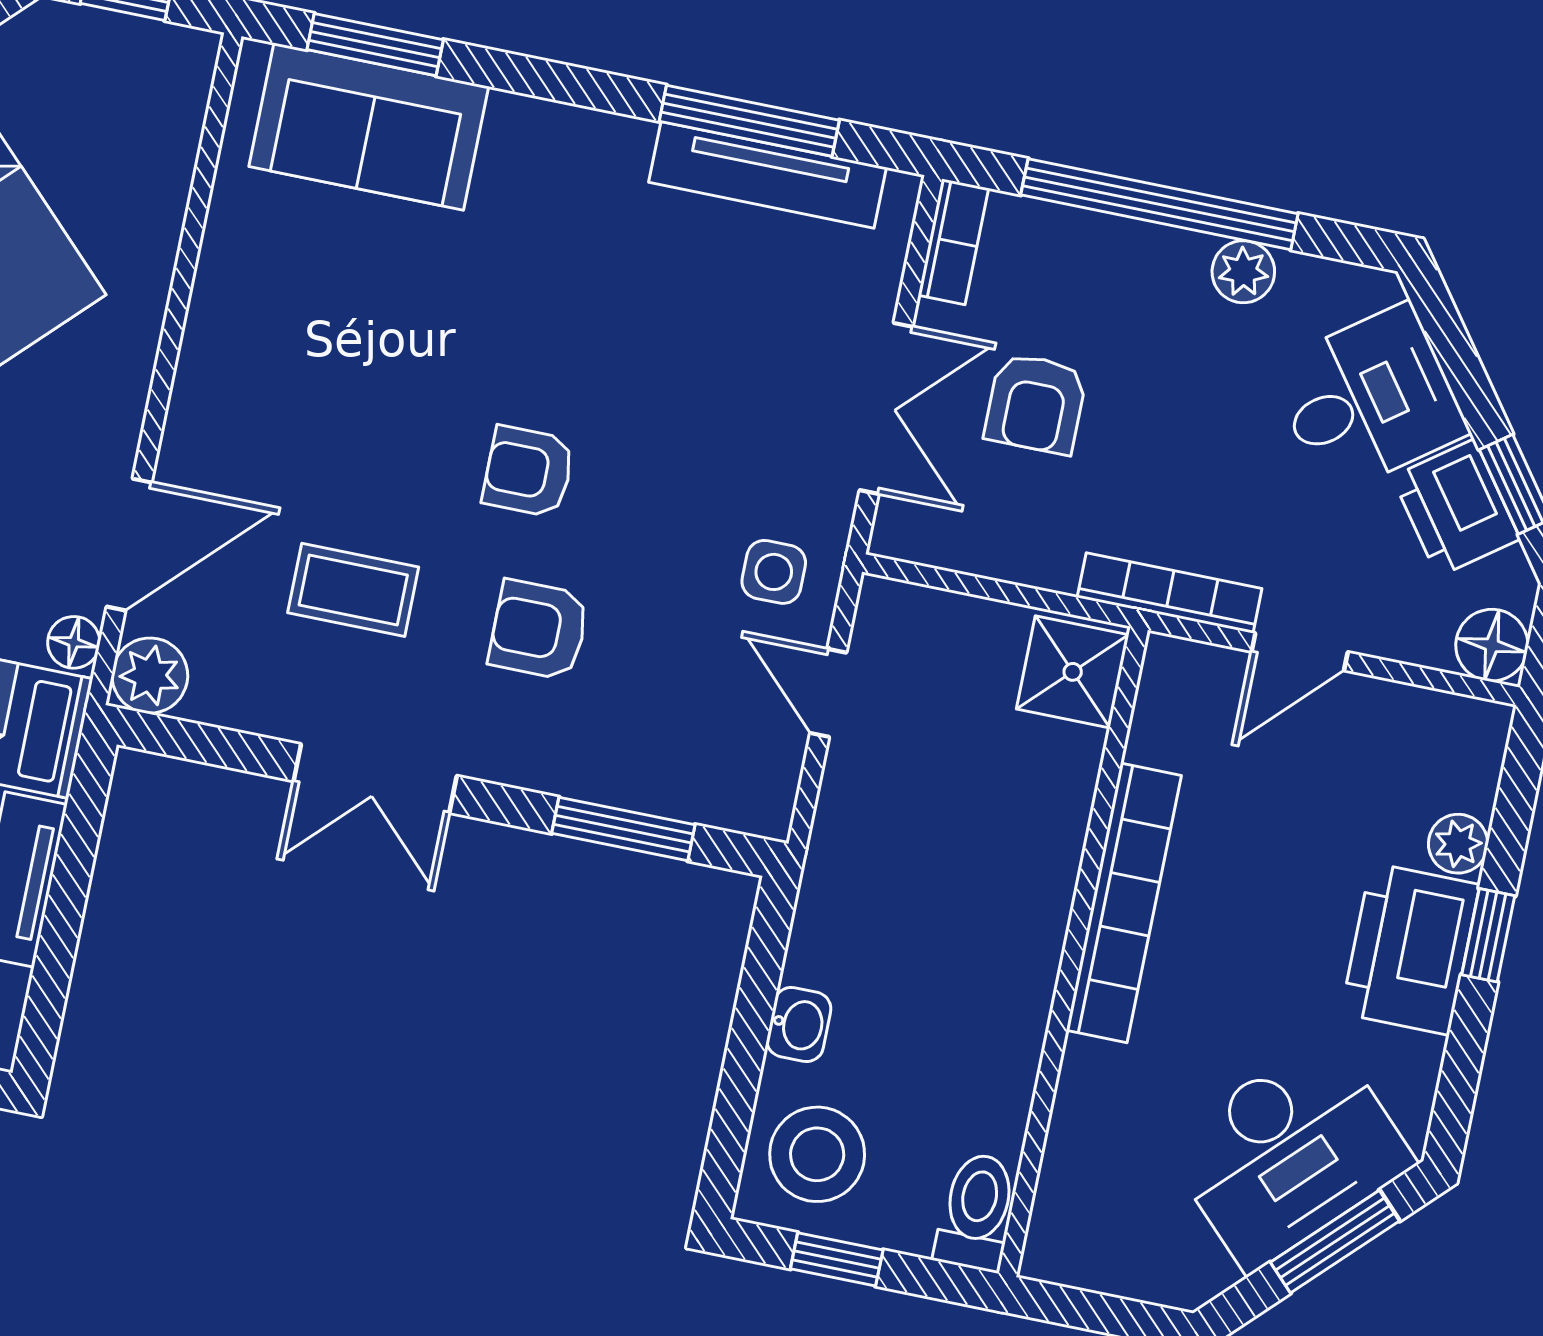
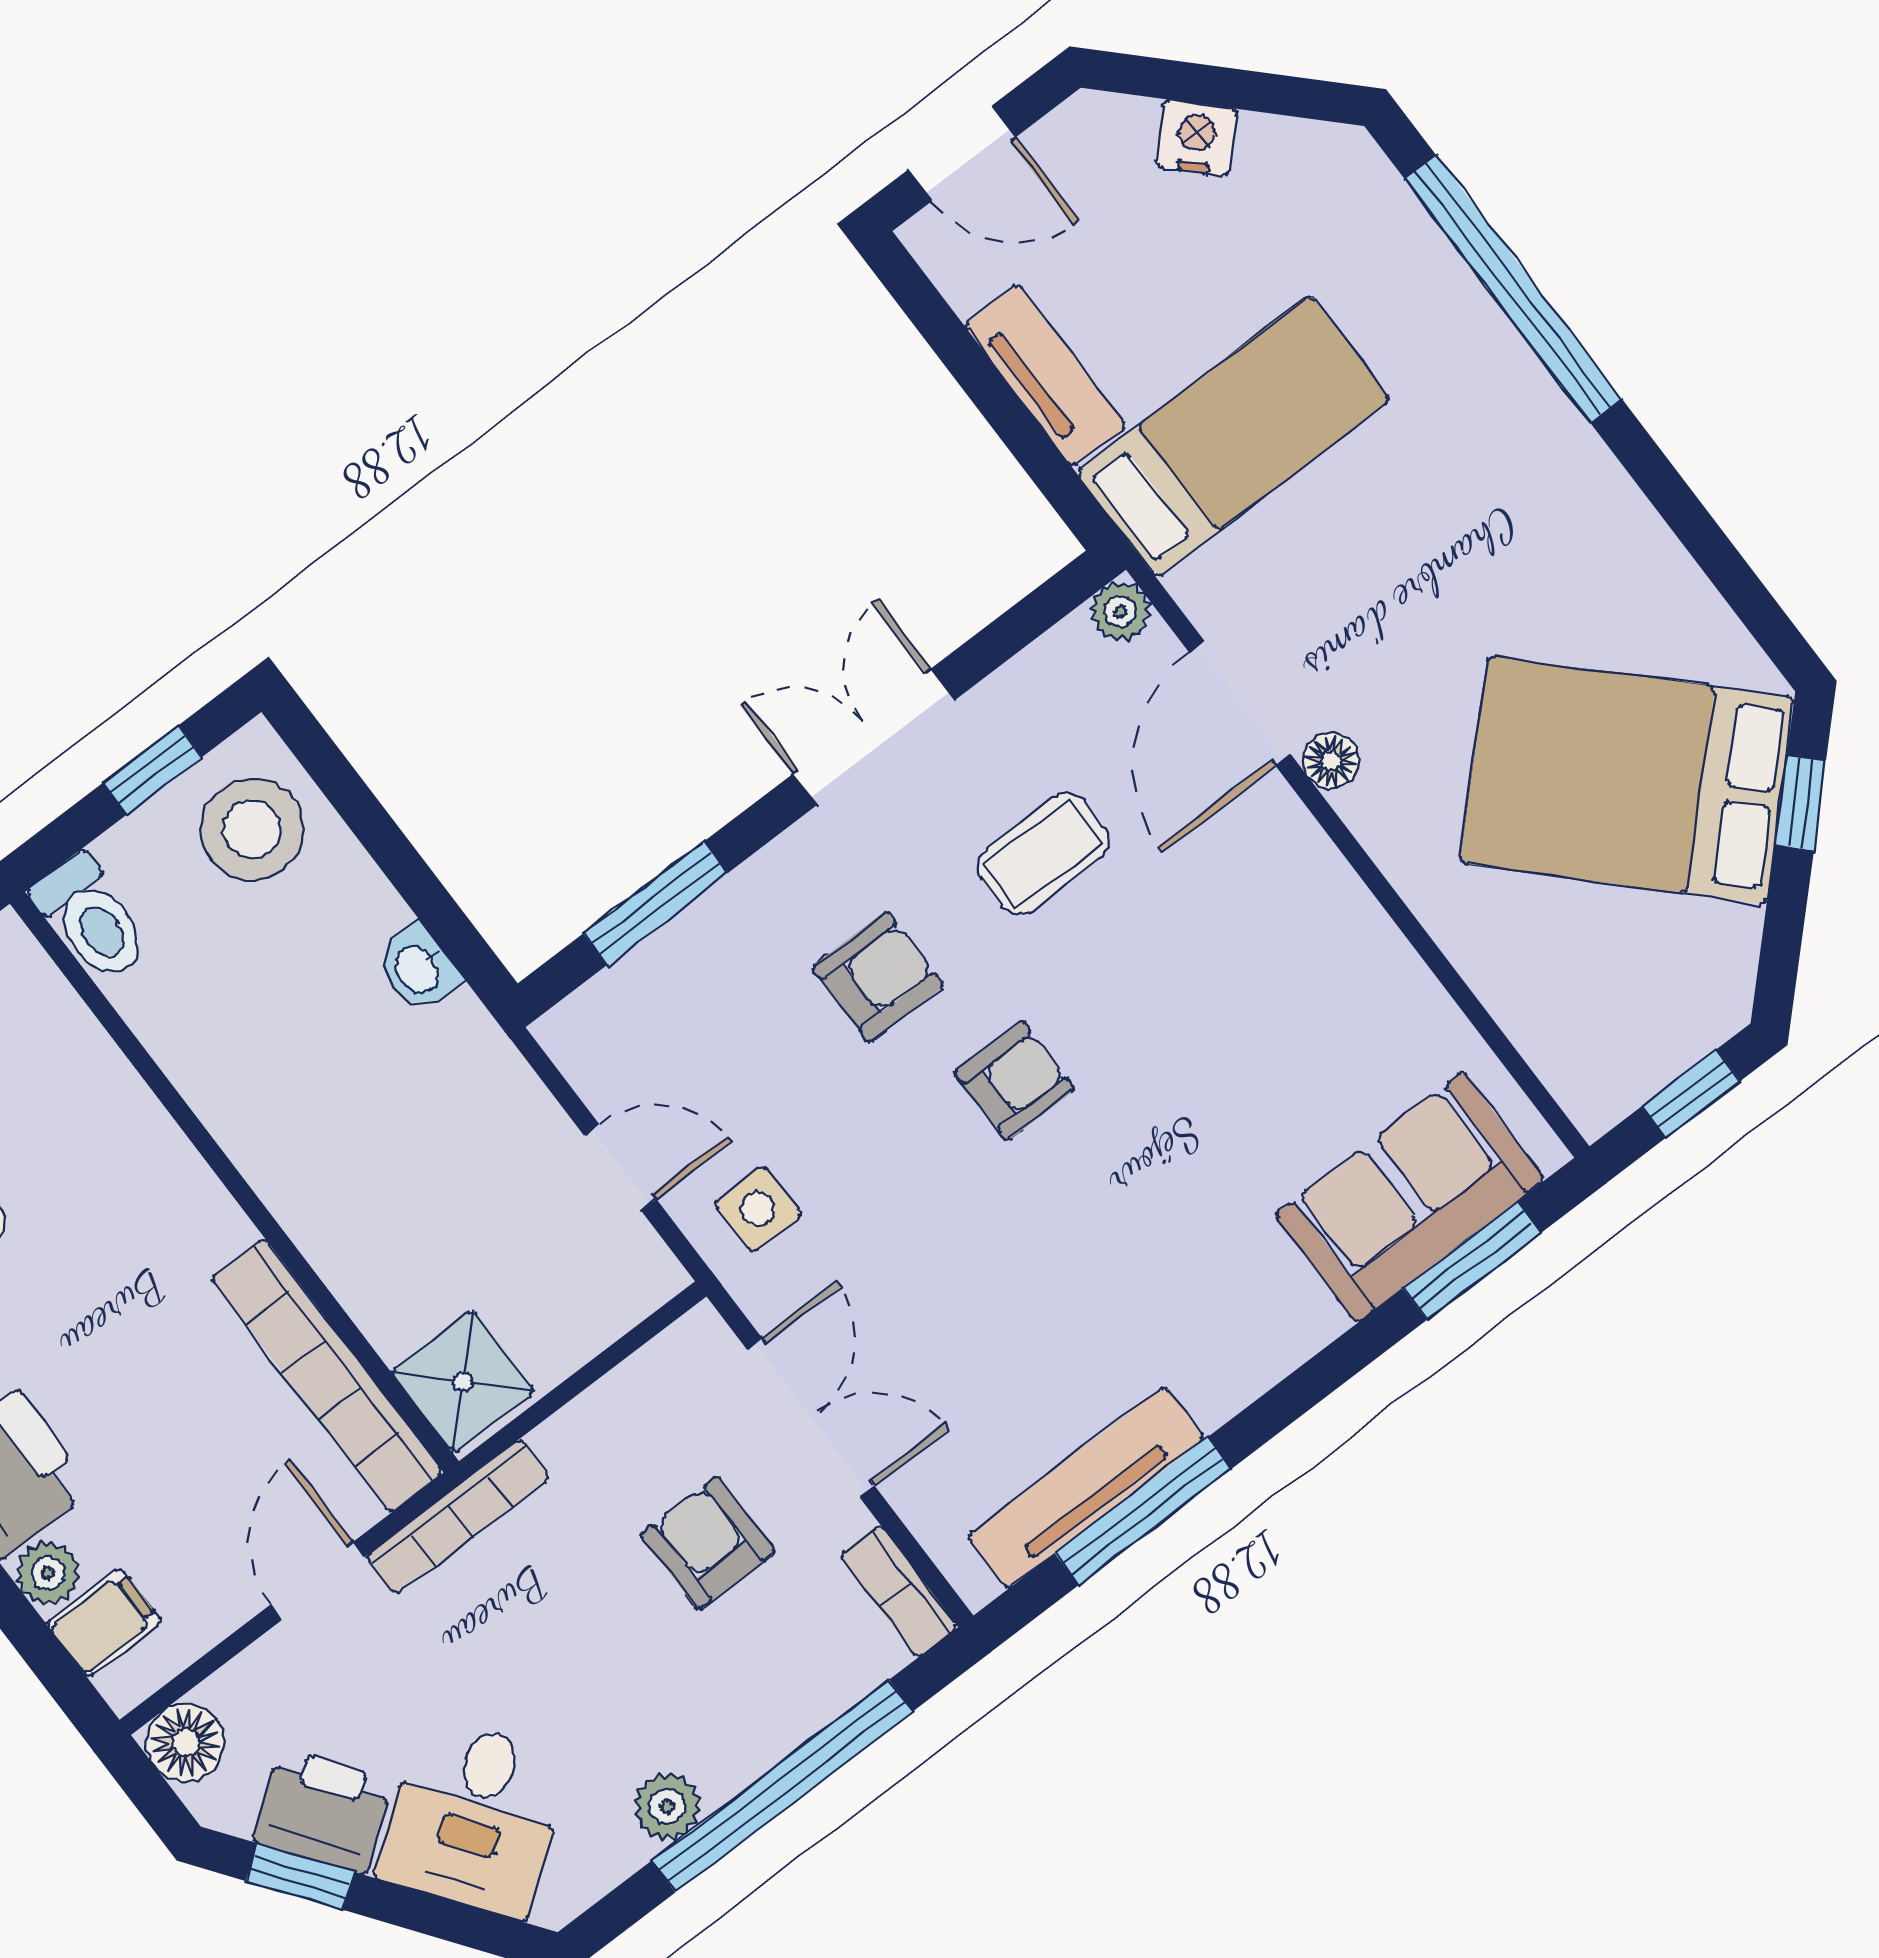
double door: (886, 408) -> (811, 1418), swing flipped
floor lamp: (74, 642) -> (1331, 761), moved
plant: (150, 676) -> (1121, 611), width x0.73, depth x0.73
filing cabinet: (1458, 774) -> (104, 1623), added
bookcase: (1124, 903) -> (327, 1376), moved
washbasin: (799, 1025) -> (418, 968), moved

